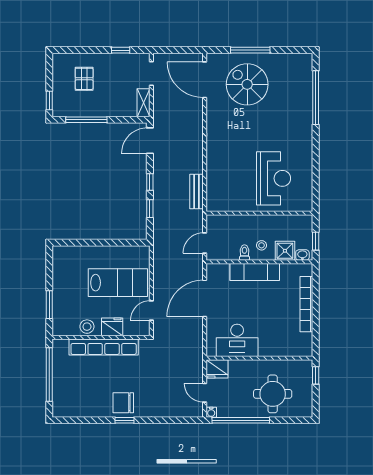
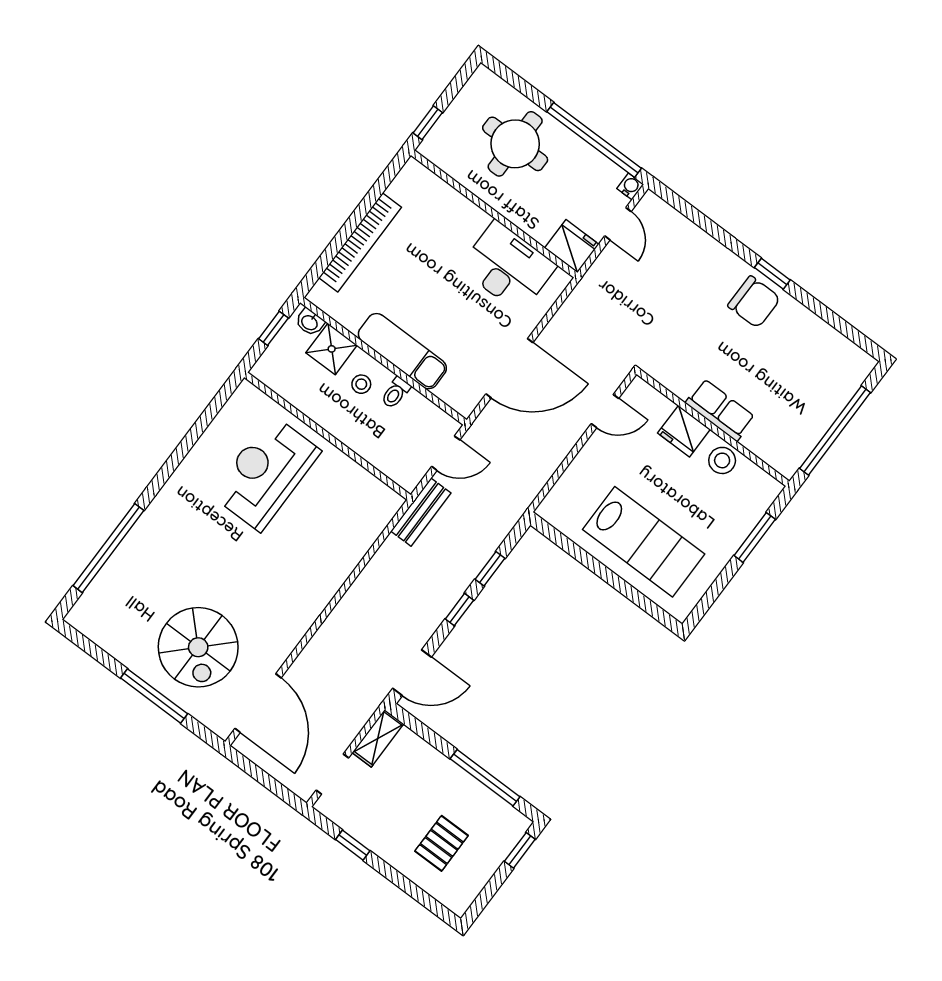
bench: (197, 192) -> (421, 512), moved
lab bench: (118, 283) -> (644, 542), moved, turned 180
row of seats: (104, 347) -> (720, 410), width x0.50

